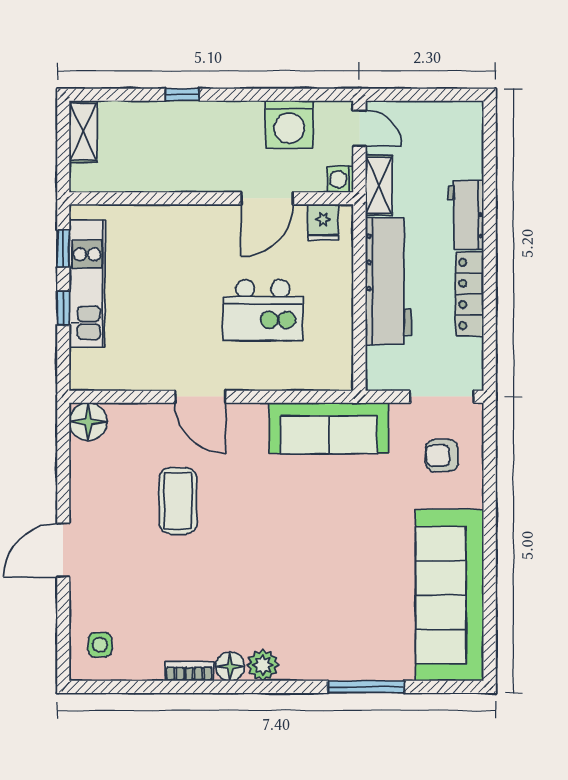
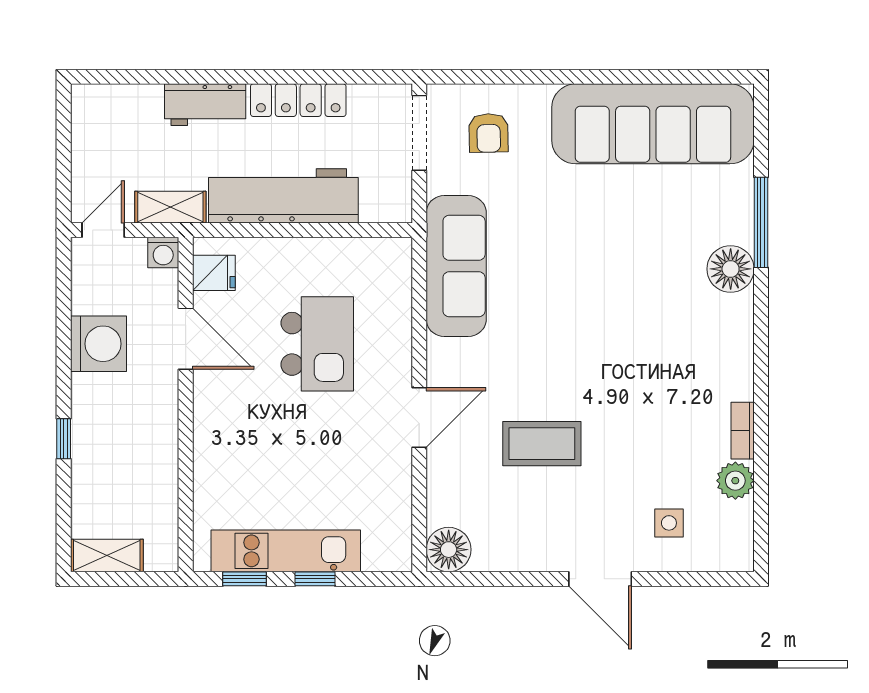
washing machine: (289, 124) -> (99, 344), moved
side table: (100, 645) -> (669, 523), moved
plant: (263, 665) -> (735, 481), moved
floor lamp: (230, 666) -> (731, 269), moved, width x1.38, depth x1.38

